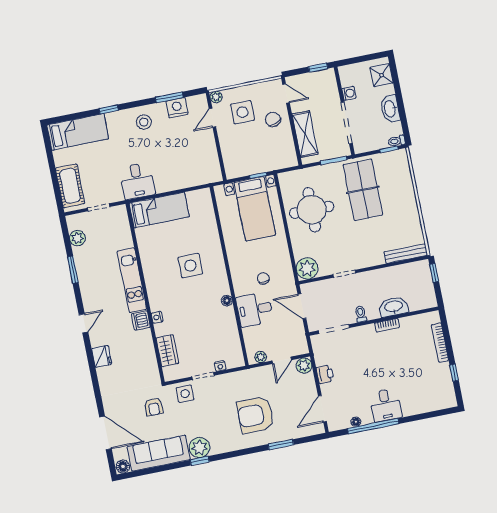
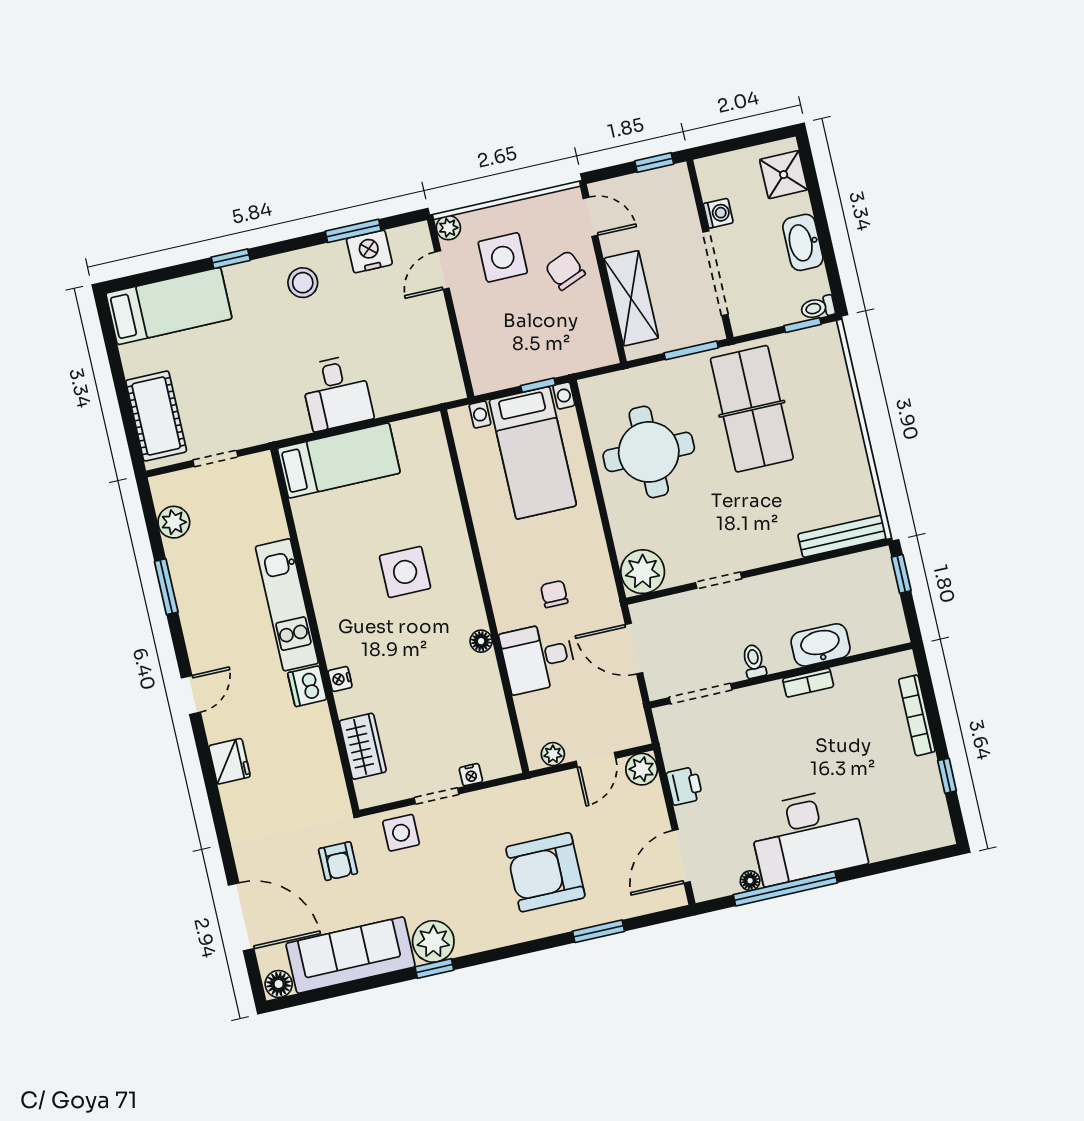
desk: (137, 181) -> (337, 393), moved
desk: (386, 405) -> (808, 836), width x1.87, depth x1.30

